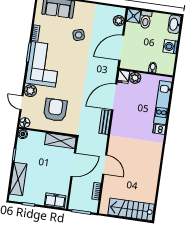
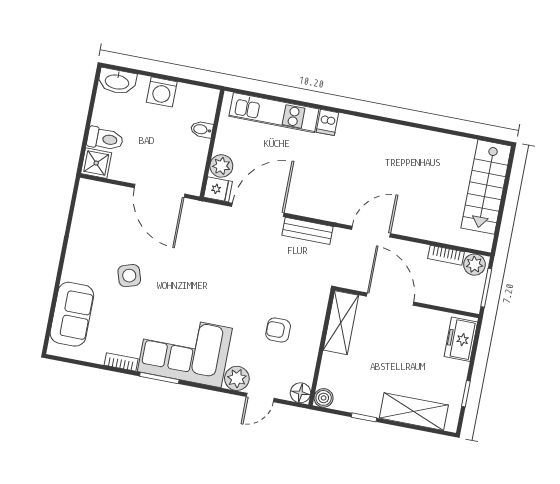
plant: (119, 21) -> (474, 265), moved
door: (114, 97) -> (258, 210), swing flipped
armchair: (55, 110) -> (278, 330), width x0.53, depth x0.53
door: (105, 165) -> (371, 232), moved

